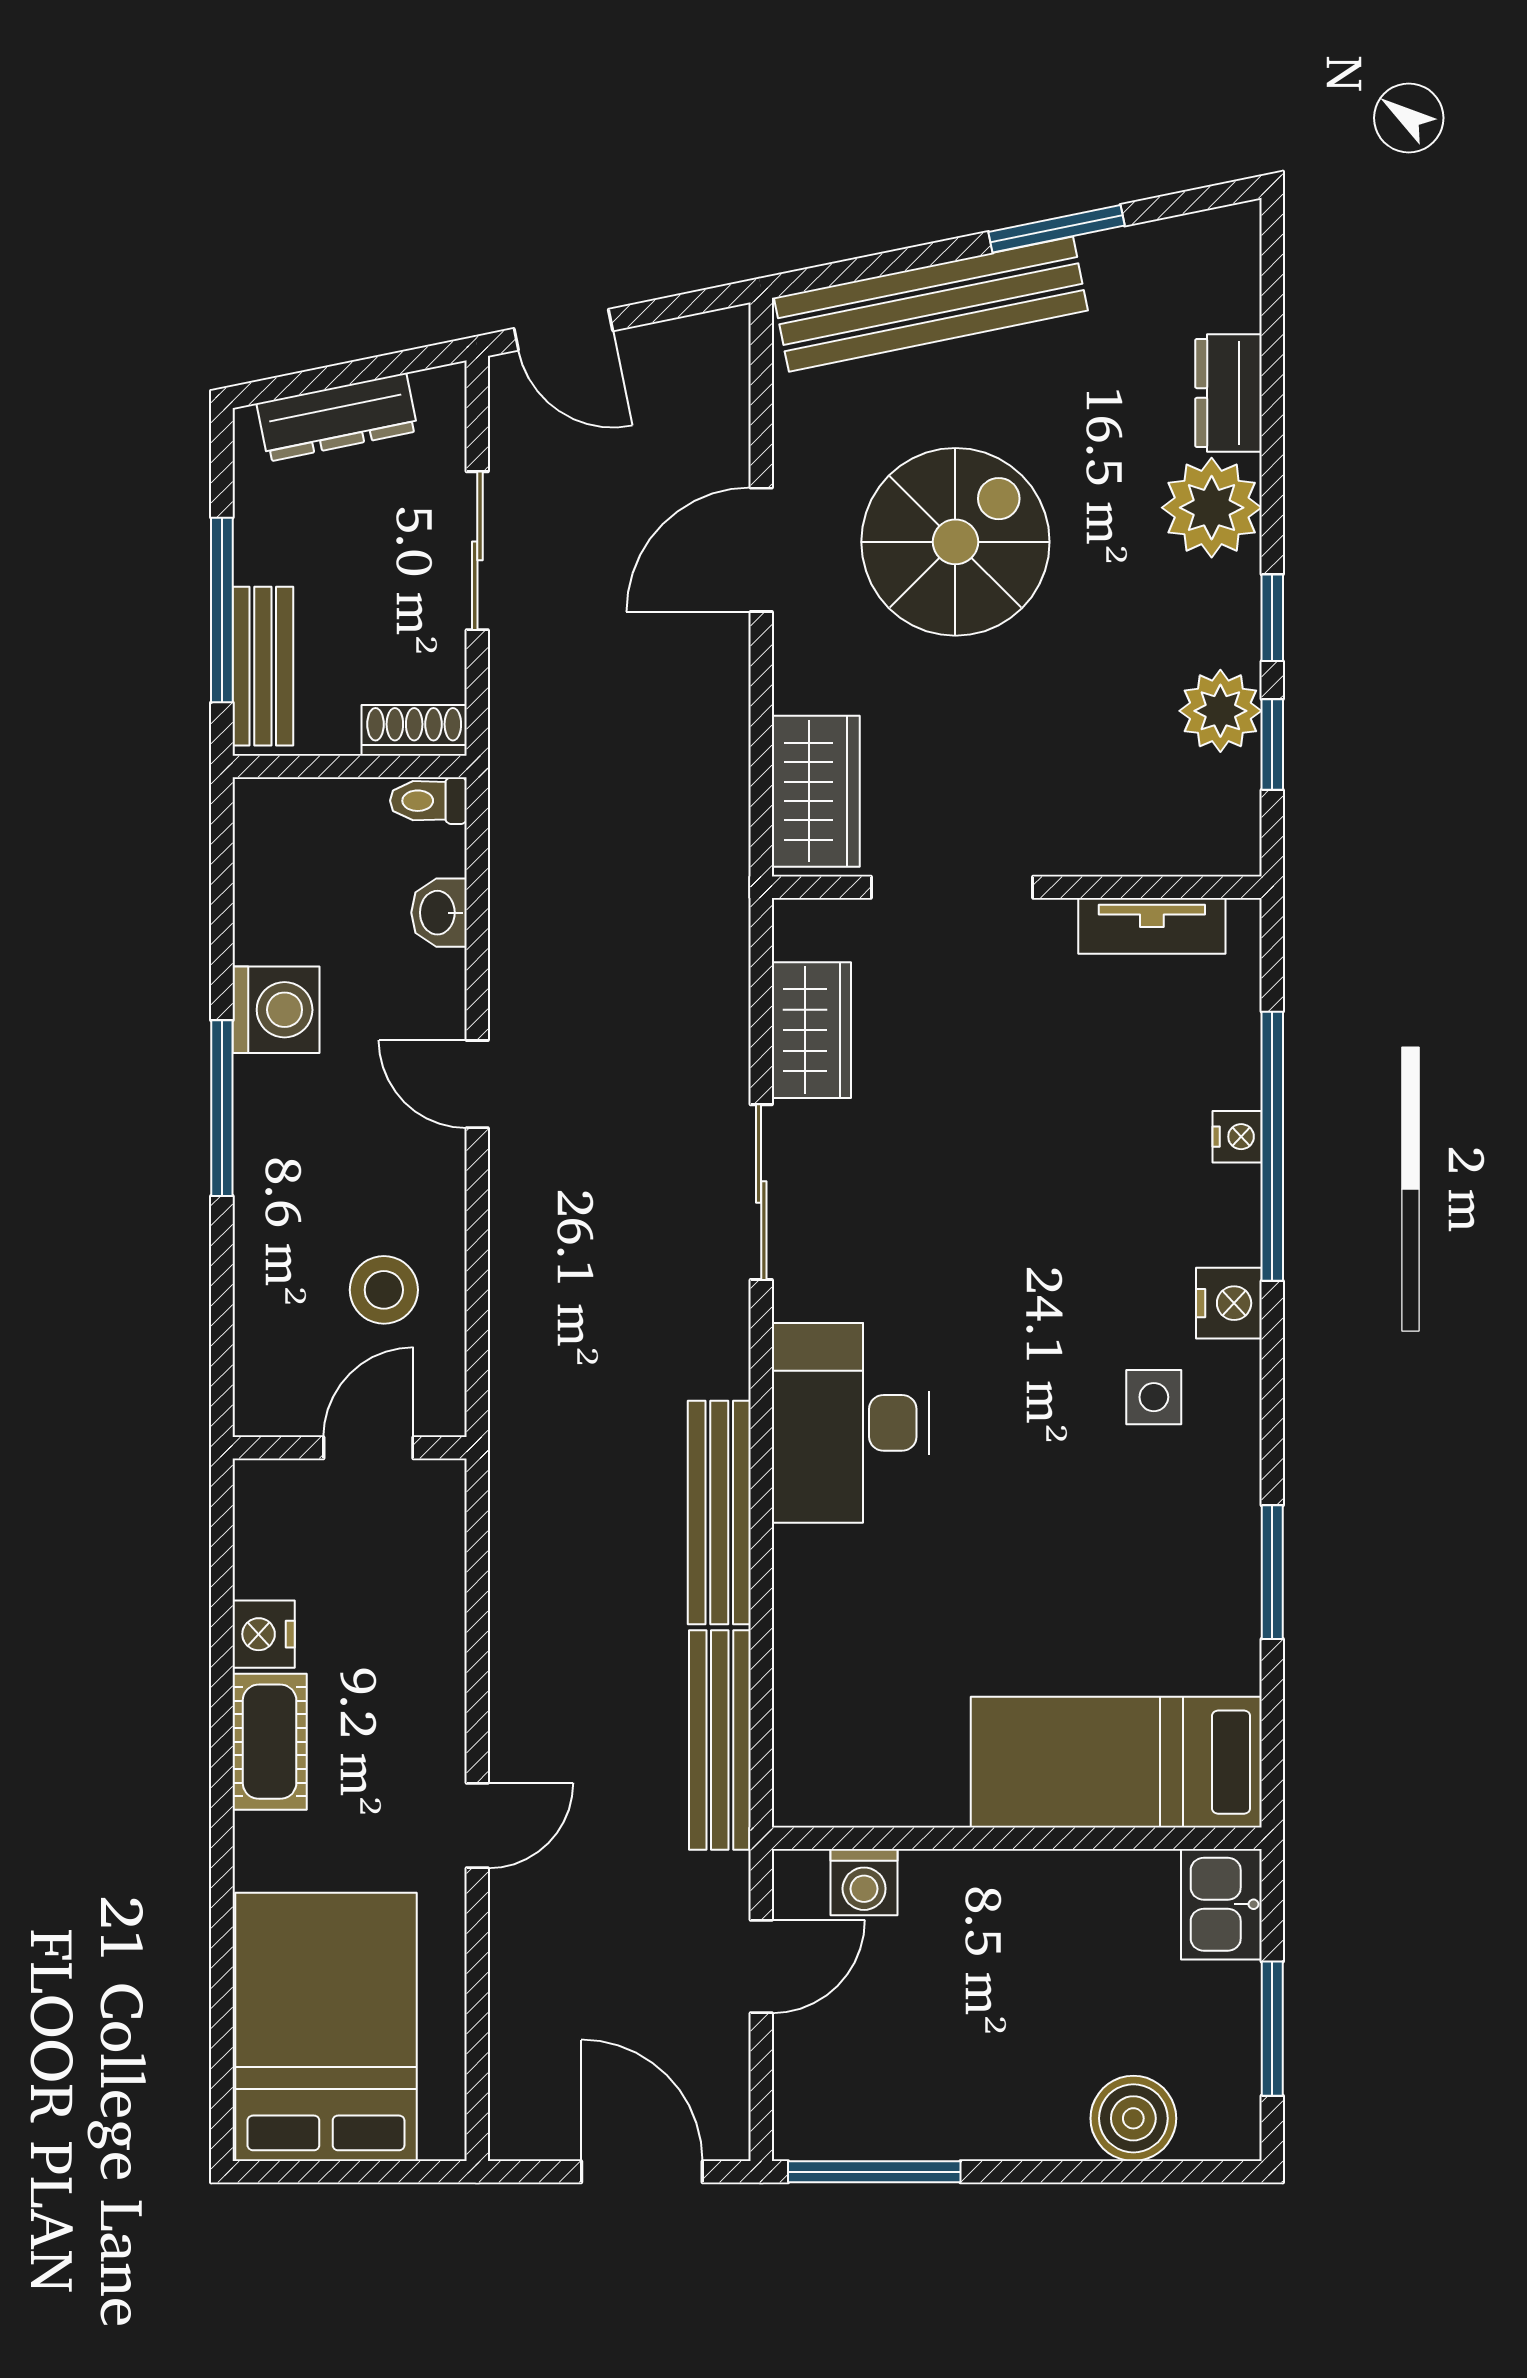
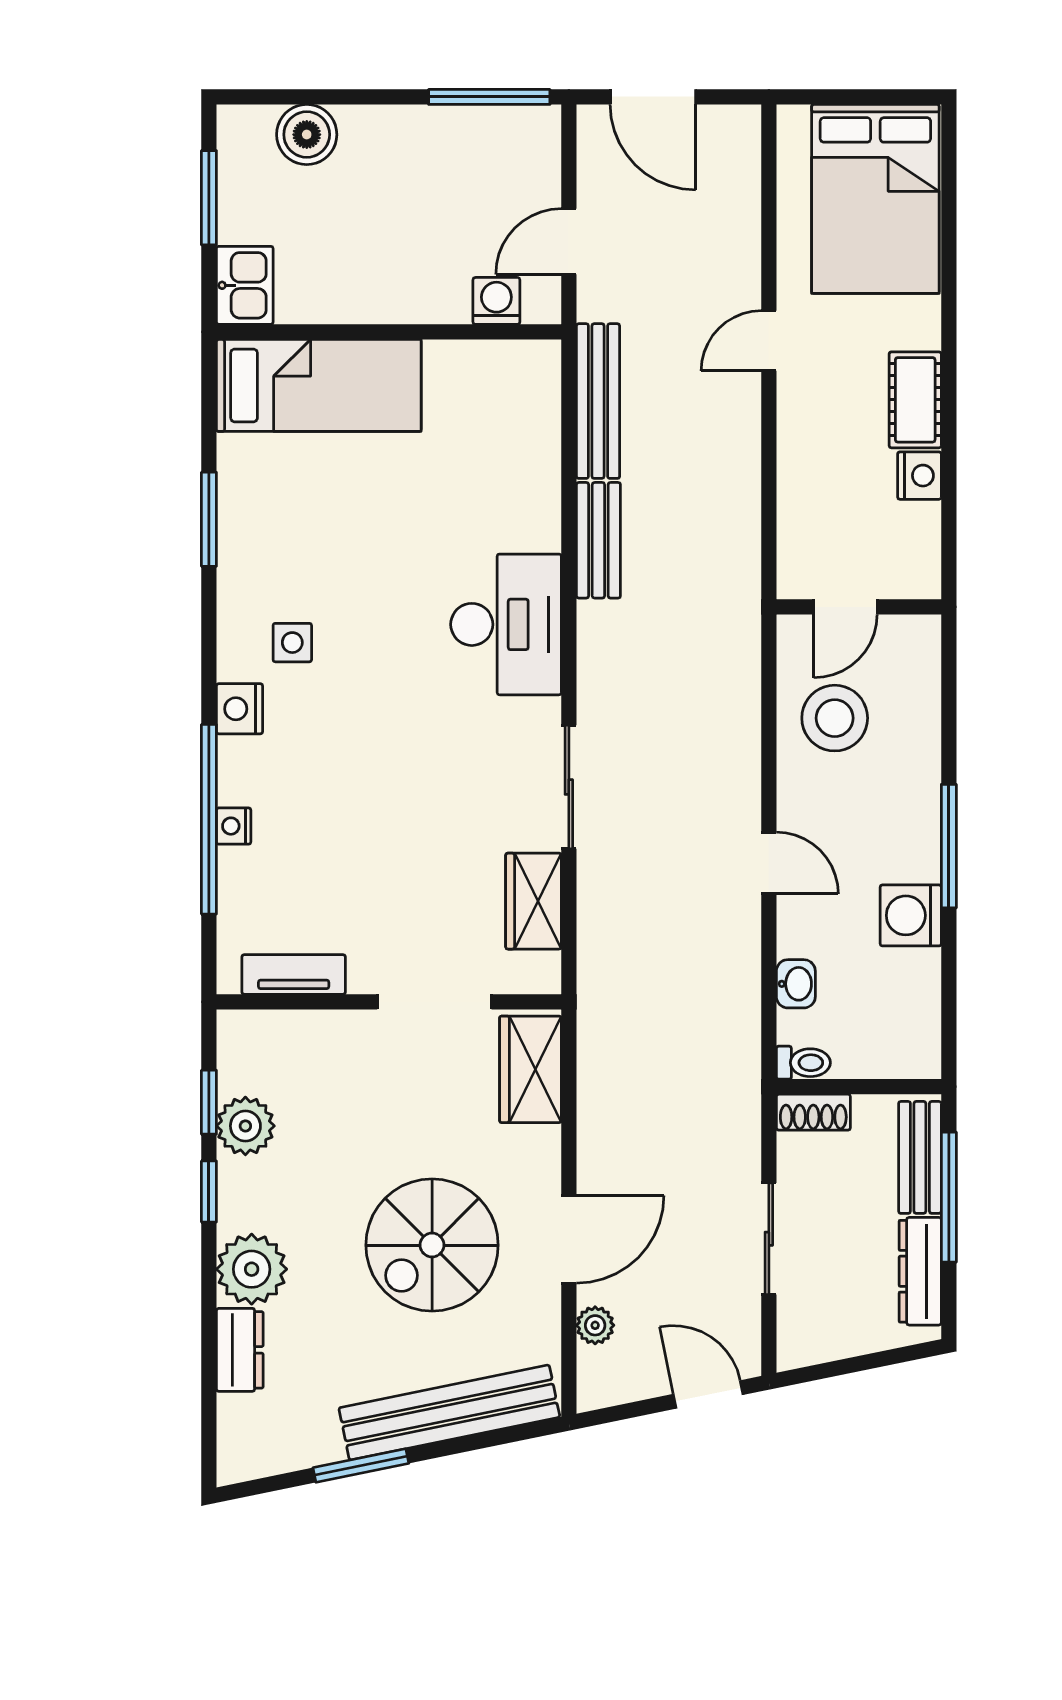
dresser: (337, 417) -> (920, 1271), moved, turned -78
plant: (724, 428) -> (595, 1325), added
stool: (384, 1290) -> (835, 718), width x1.38, depth x1.38
bench: (719, 1512) -> (598, 540), width x0.73

